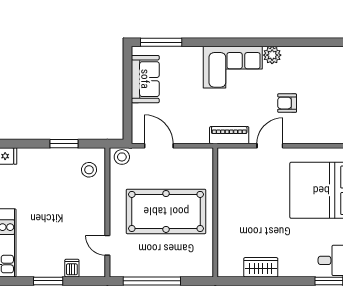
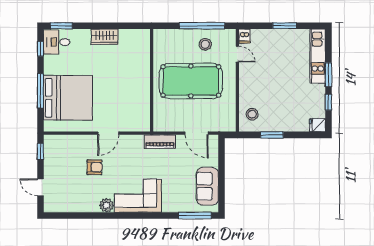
piano: (229, 135) -> (160, 142), moved
stool: (122, 157) -> (205, 44), moved
wardrobe: (261, 267) -> (105, 37), moved
dishwasher: (72, 268) -> (244, 36), moved

